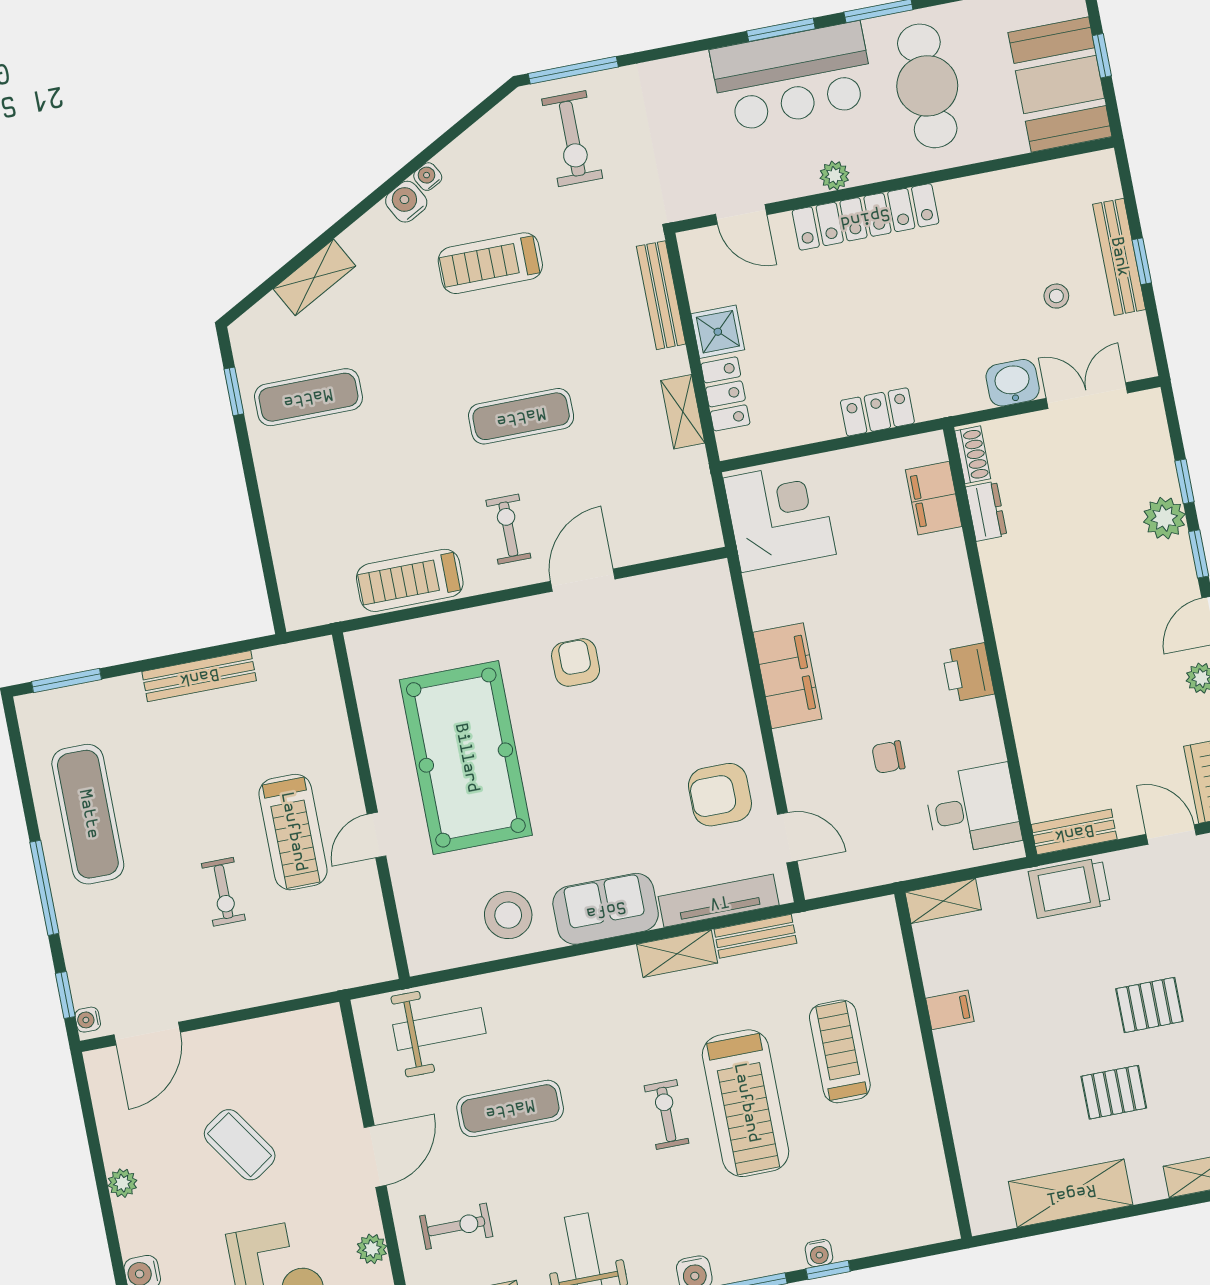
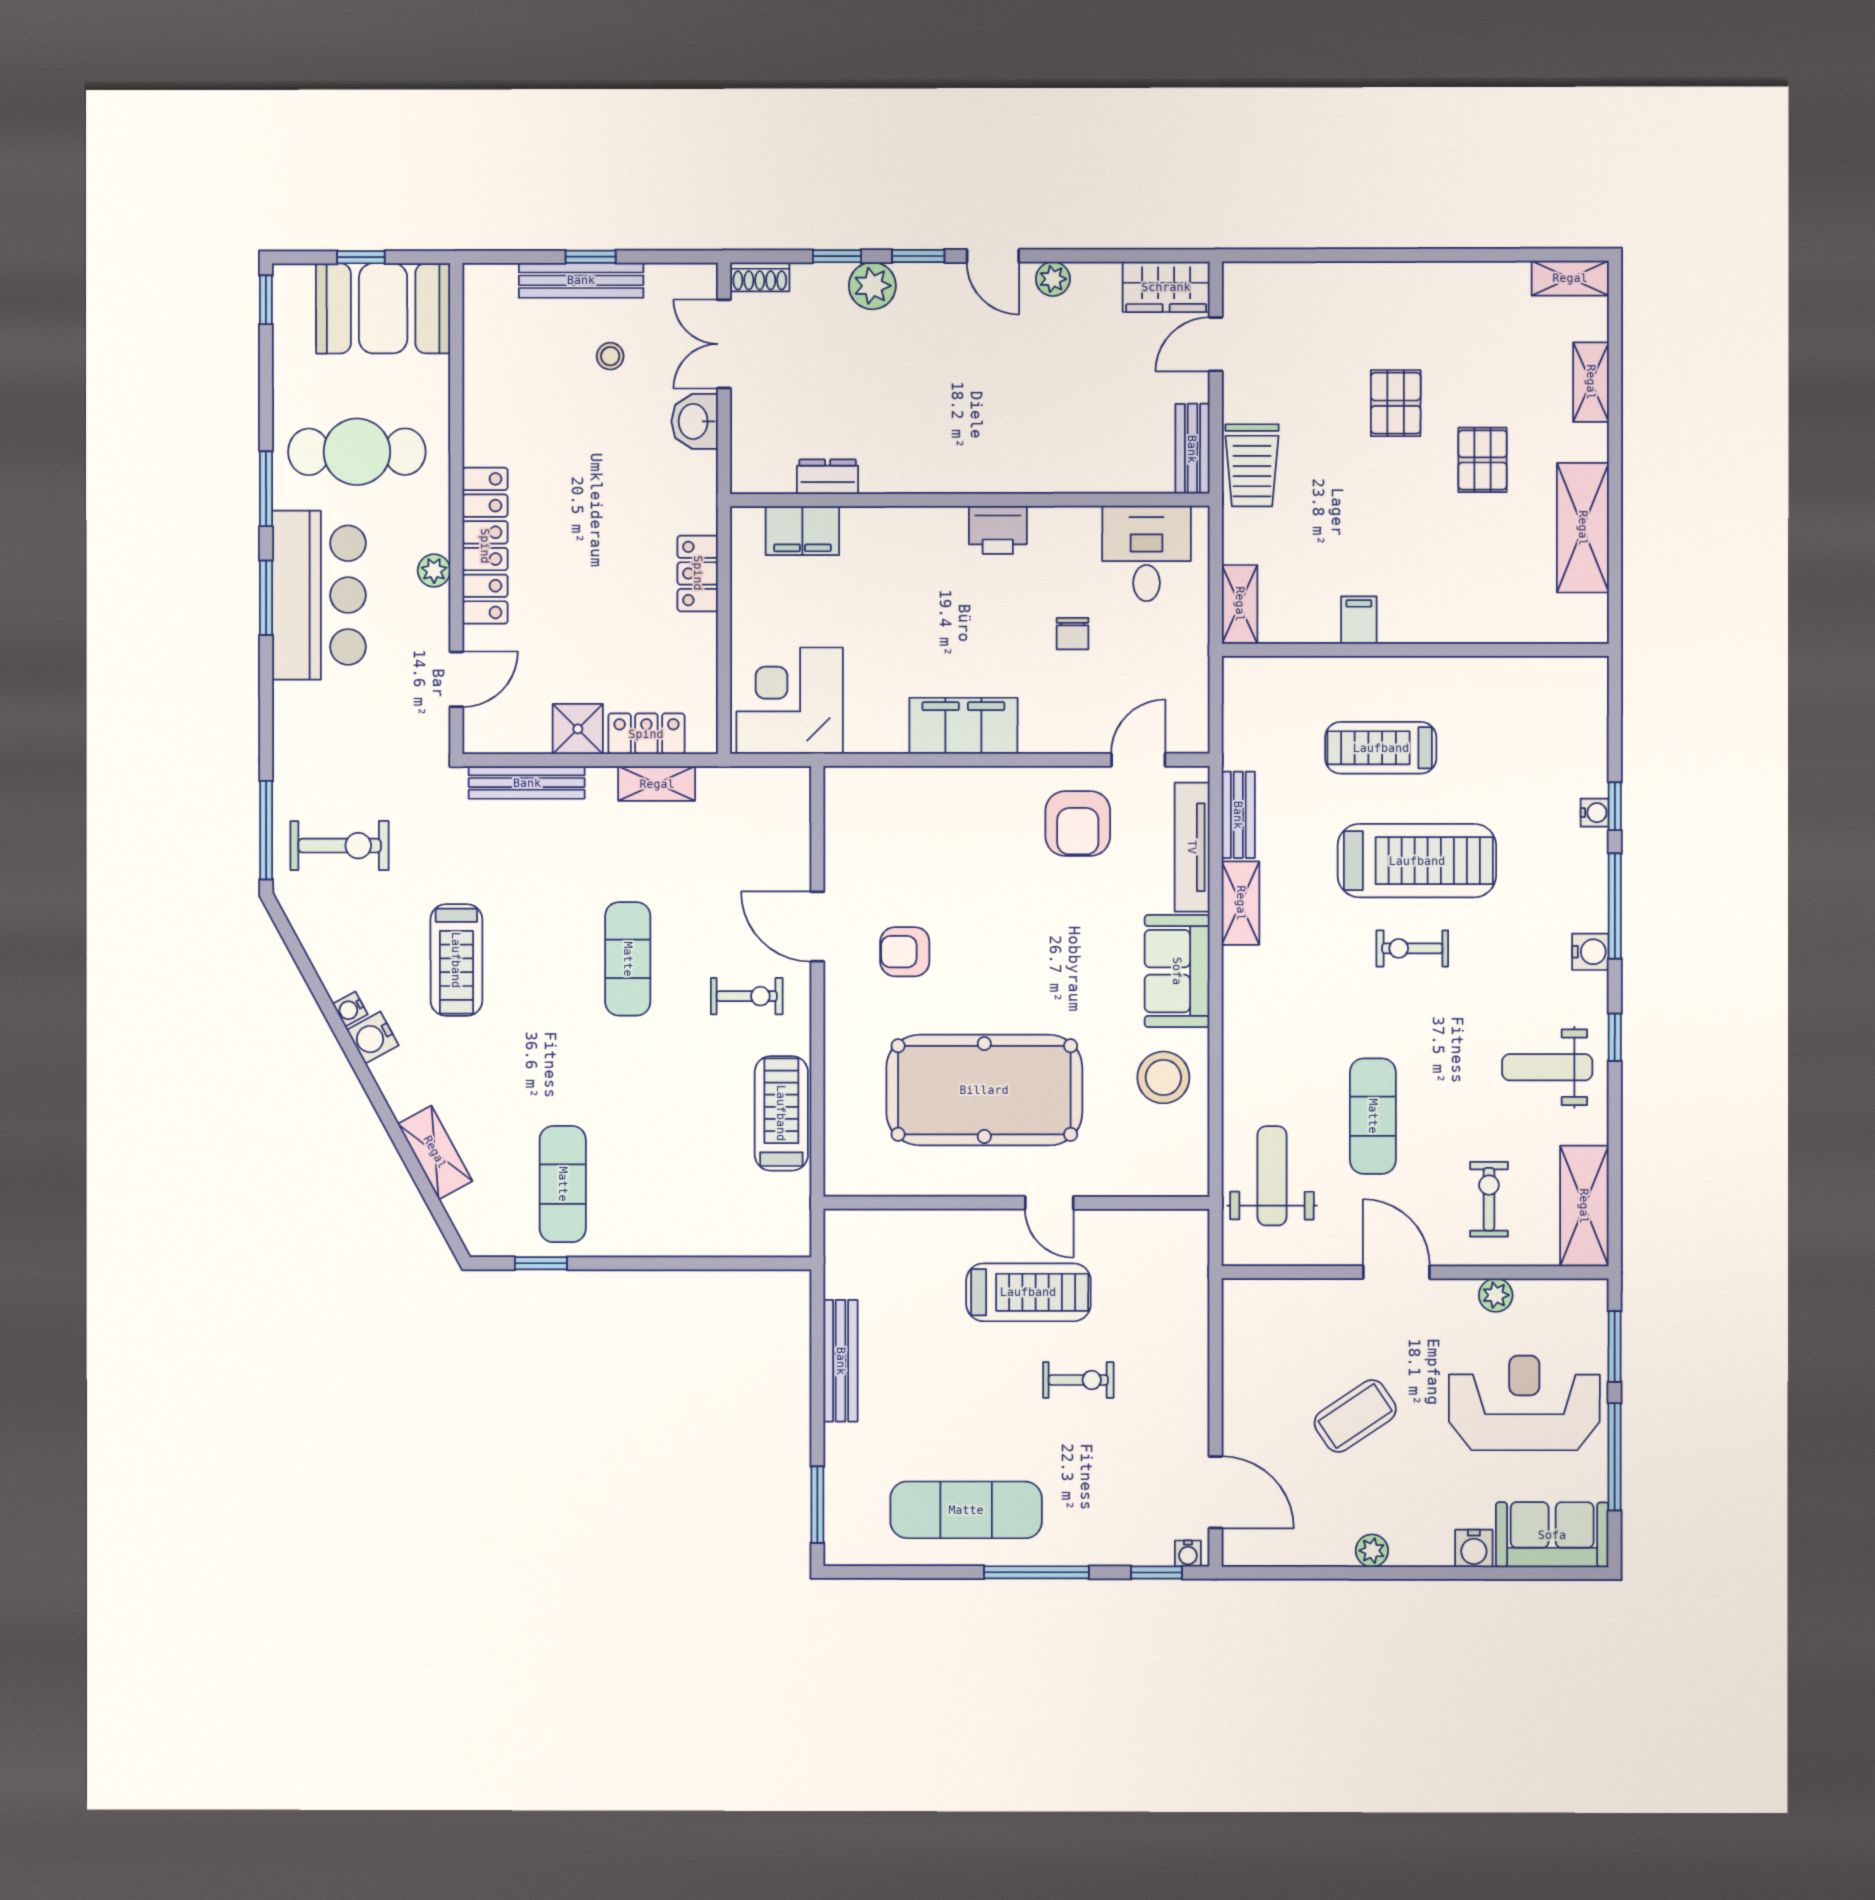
shoe rack: (973, 455) -> (760, 277), moved, turned 180
exercise bike: (508, 529) -> (747, 996), turned 180
treadmill: (410, 580) -> (781, 1113), turned 180

